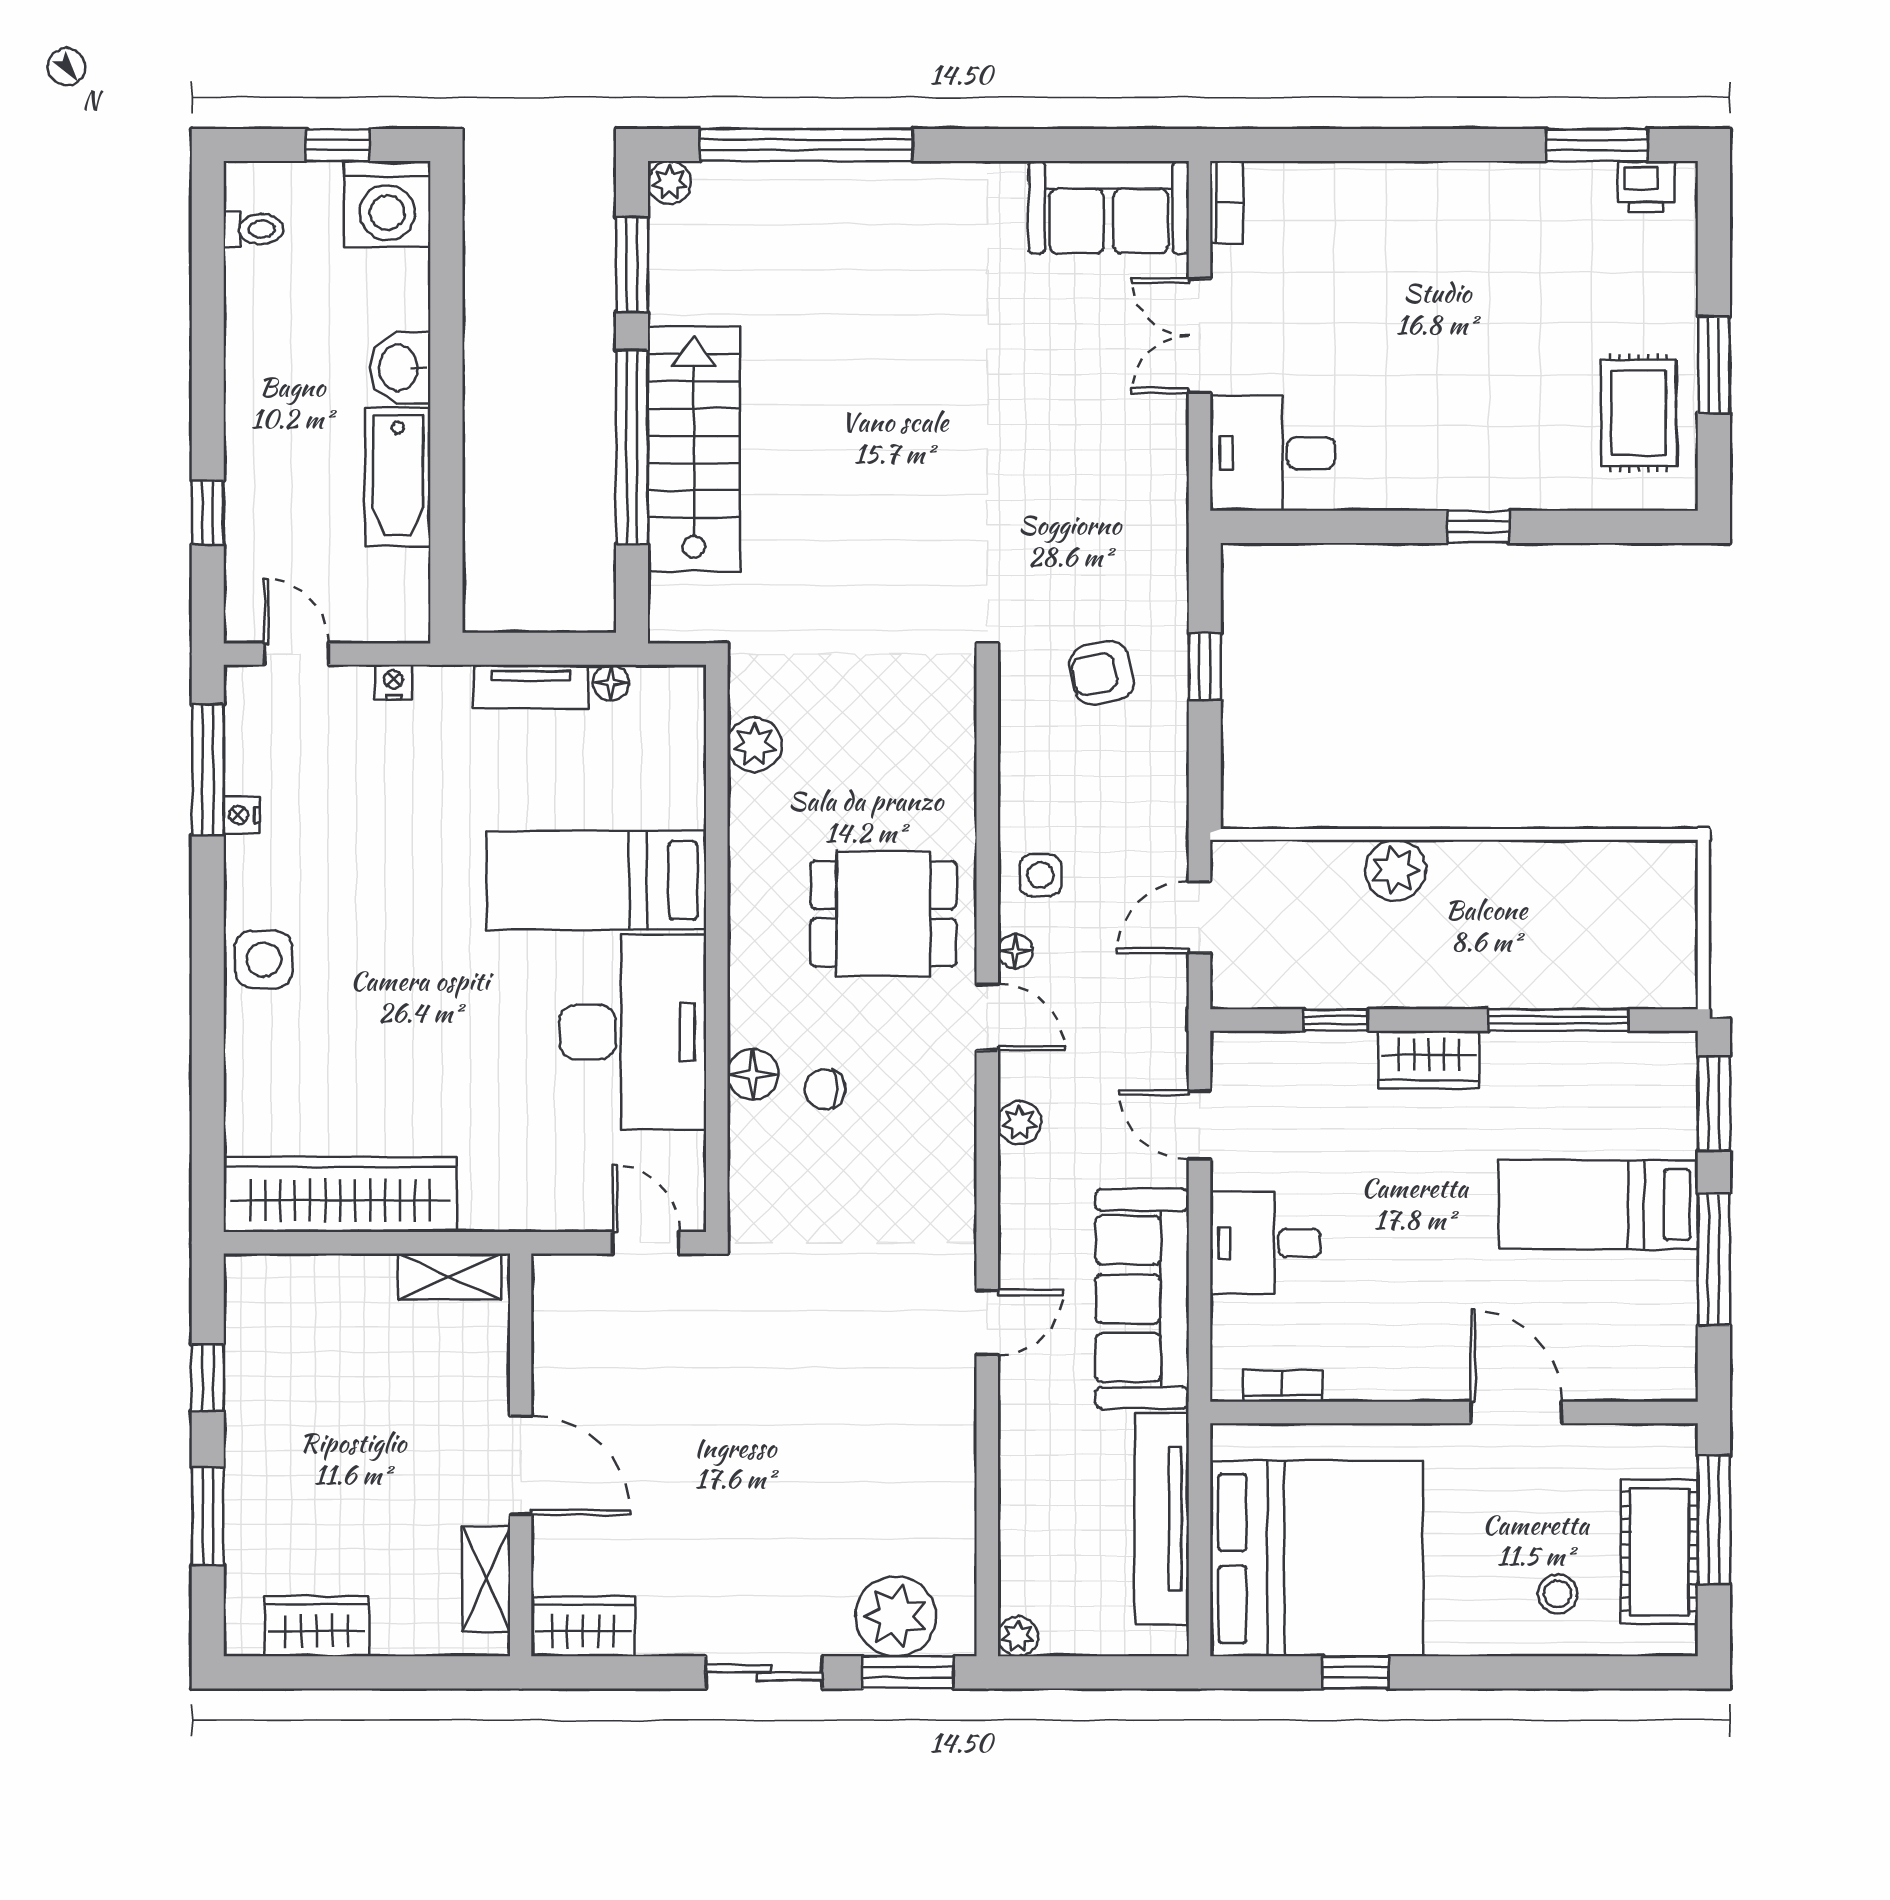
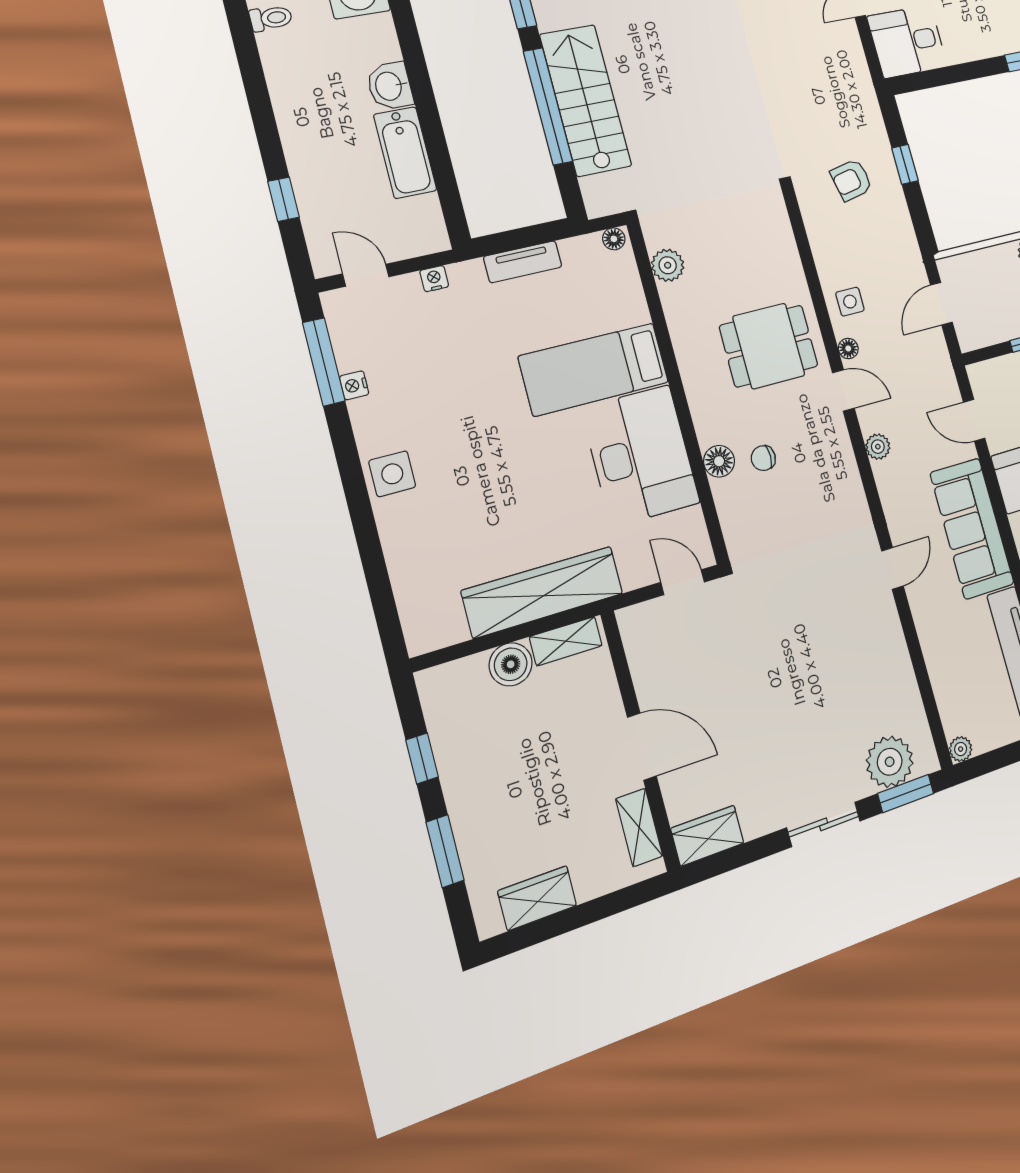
floor lamp: (611, 683) -> (614, 239), moved
wardrobe: (340, 1194) -> (543, 592), moved
boiler: (362, 1285) -> (511, 664), added

